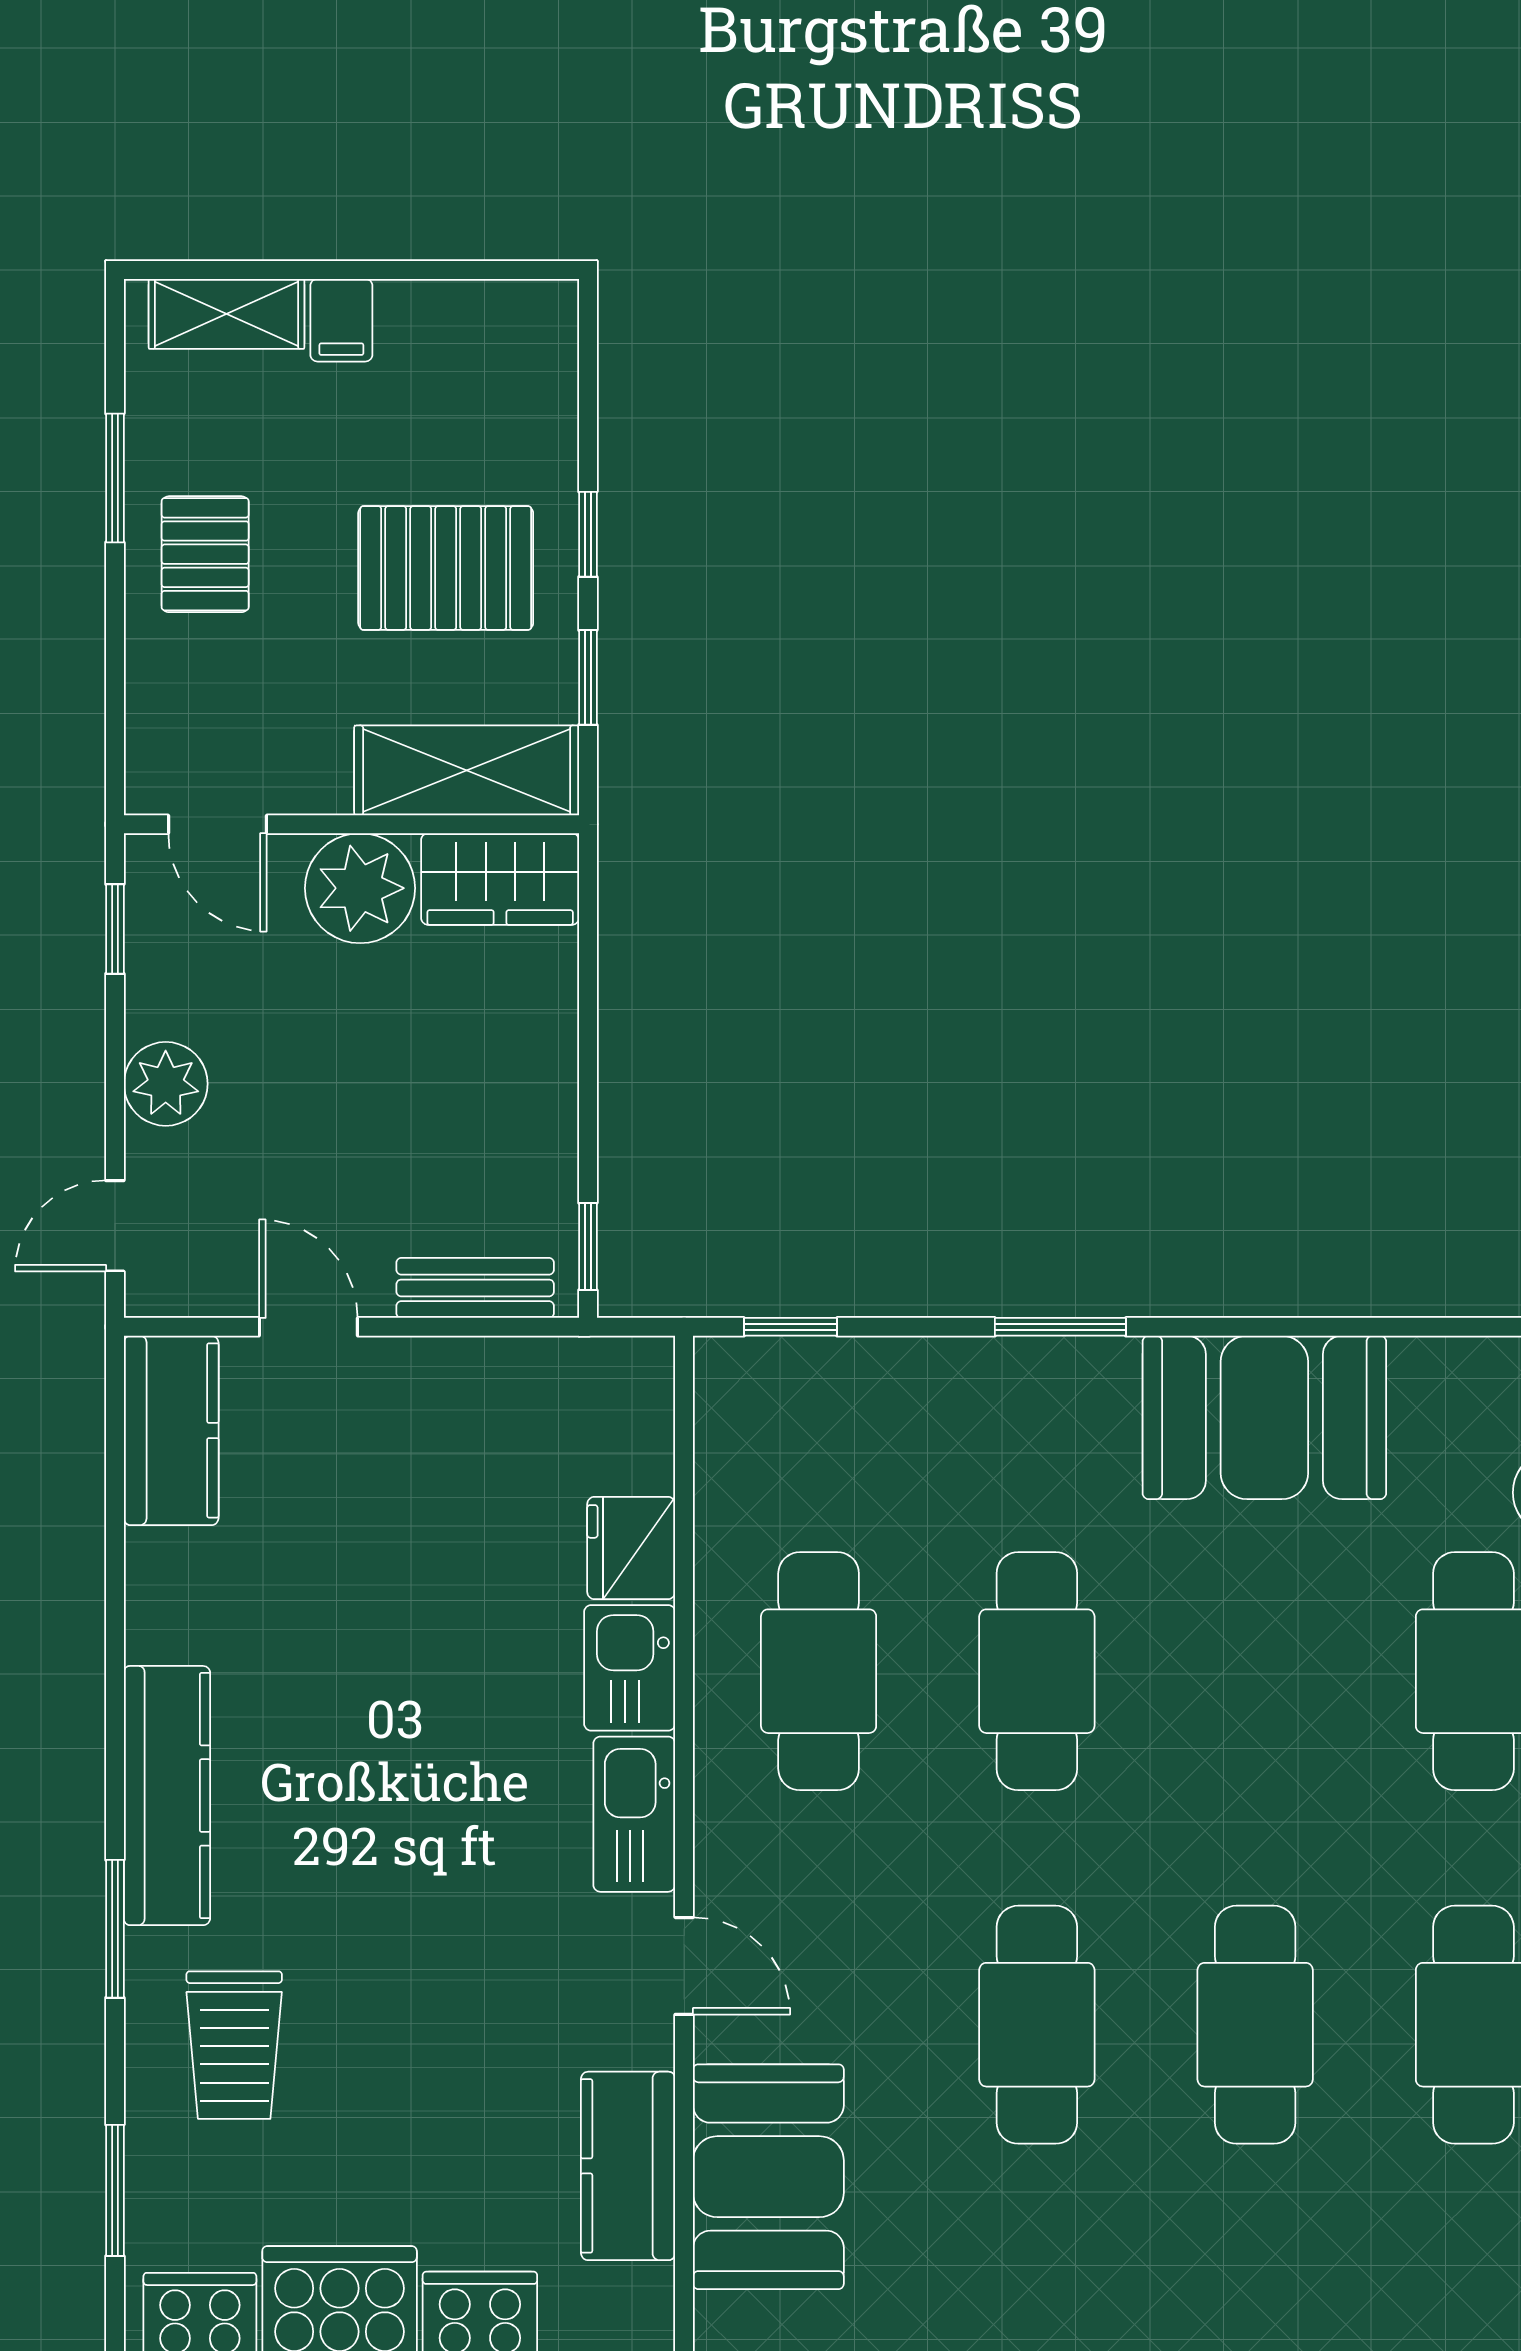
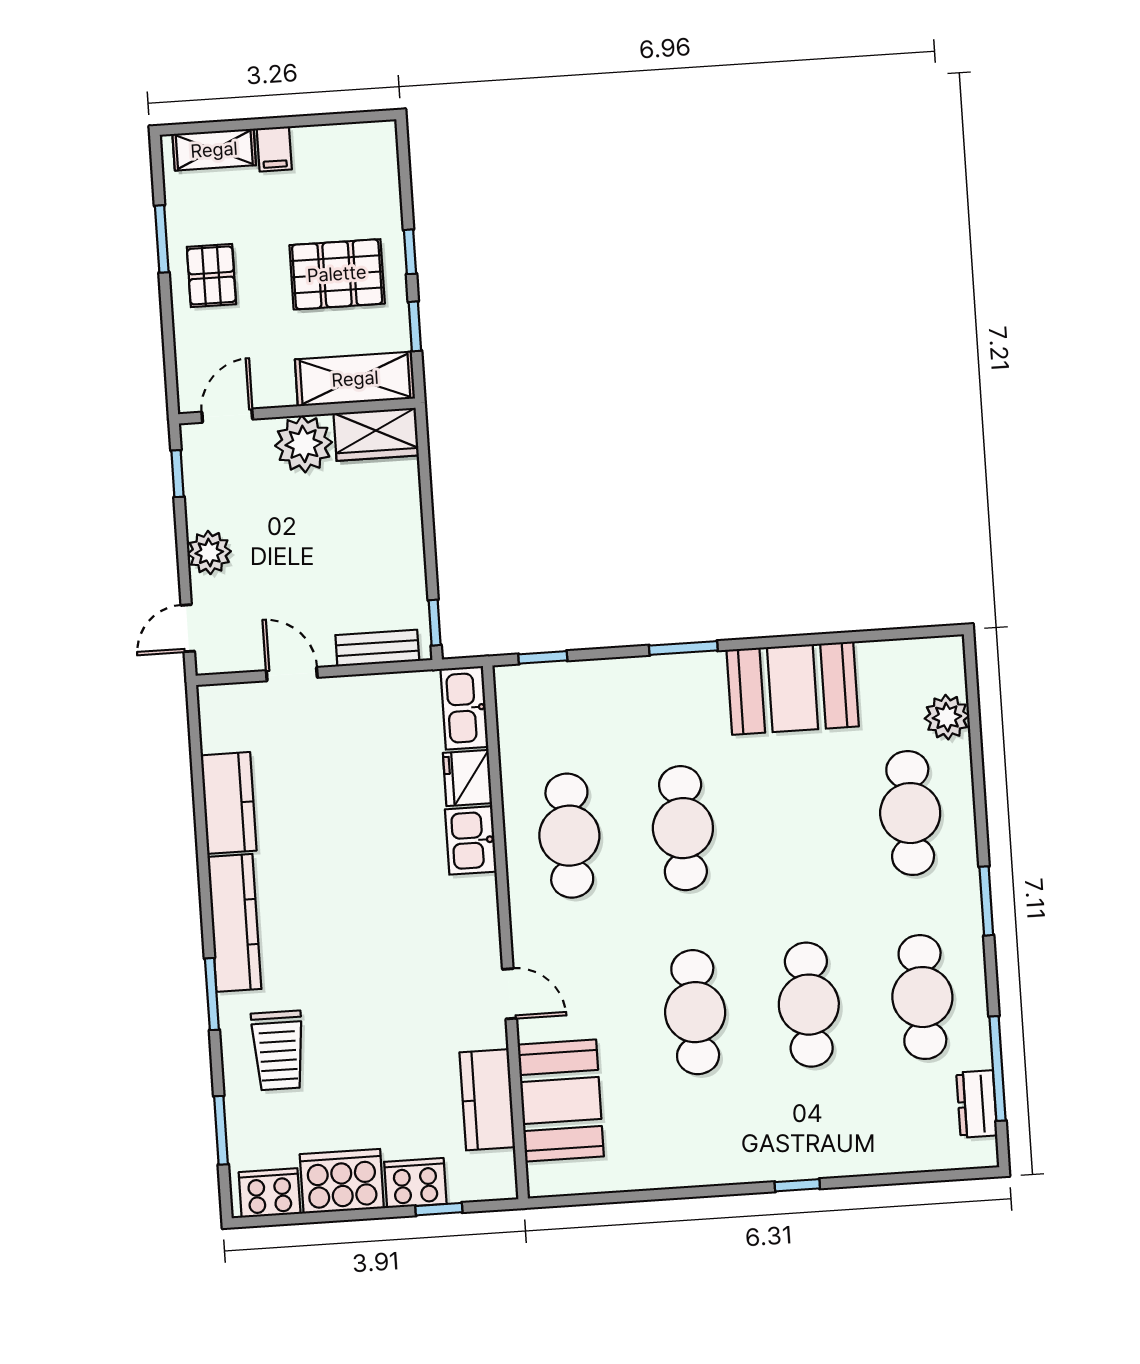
door: (217, 824) -> (227, 416), swing flipped
kitchen counter: (171, 1430) -> (229, 803), moved
kitchen sink: (634, 1814) -> (464, 708), moved

